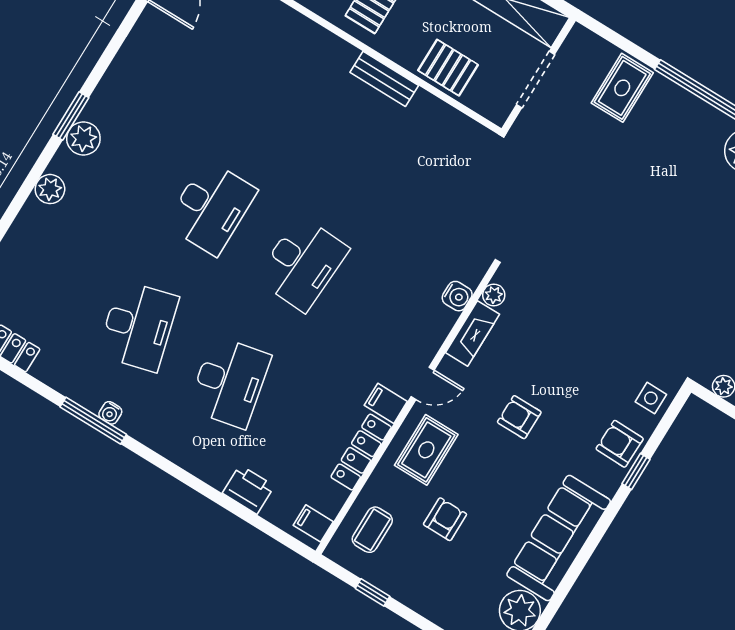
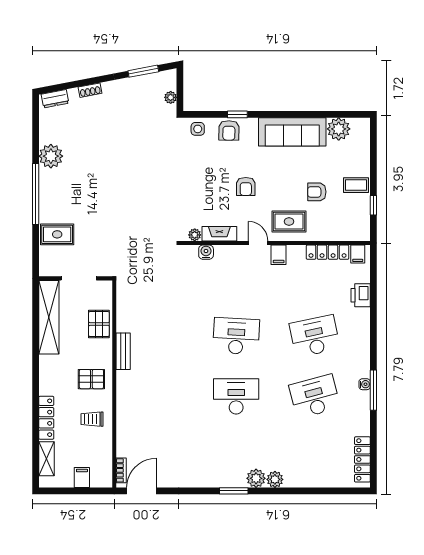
plant: (83, 139) -> (256, 478), moved
locker: (361, 452) -> (328, 252), moved
coffee table: (372, 530) -> (356, 185), moved

